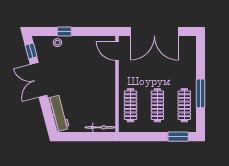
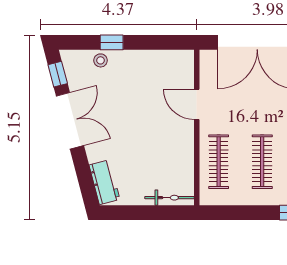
door: (117, 51) -> (197, 104), moved
double door: (39, 80) -> (70, 121), swing flipped
workbench: (59, 113) -> (104, 182), width x0.73

